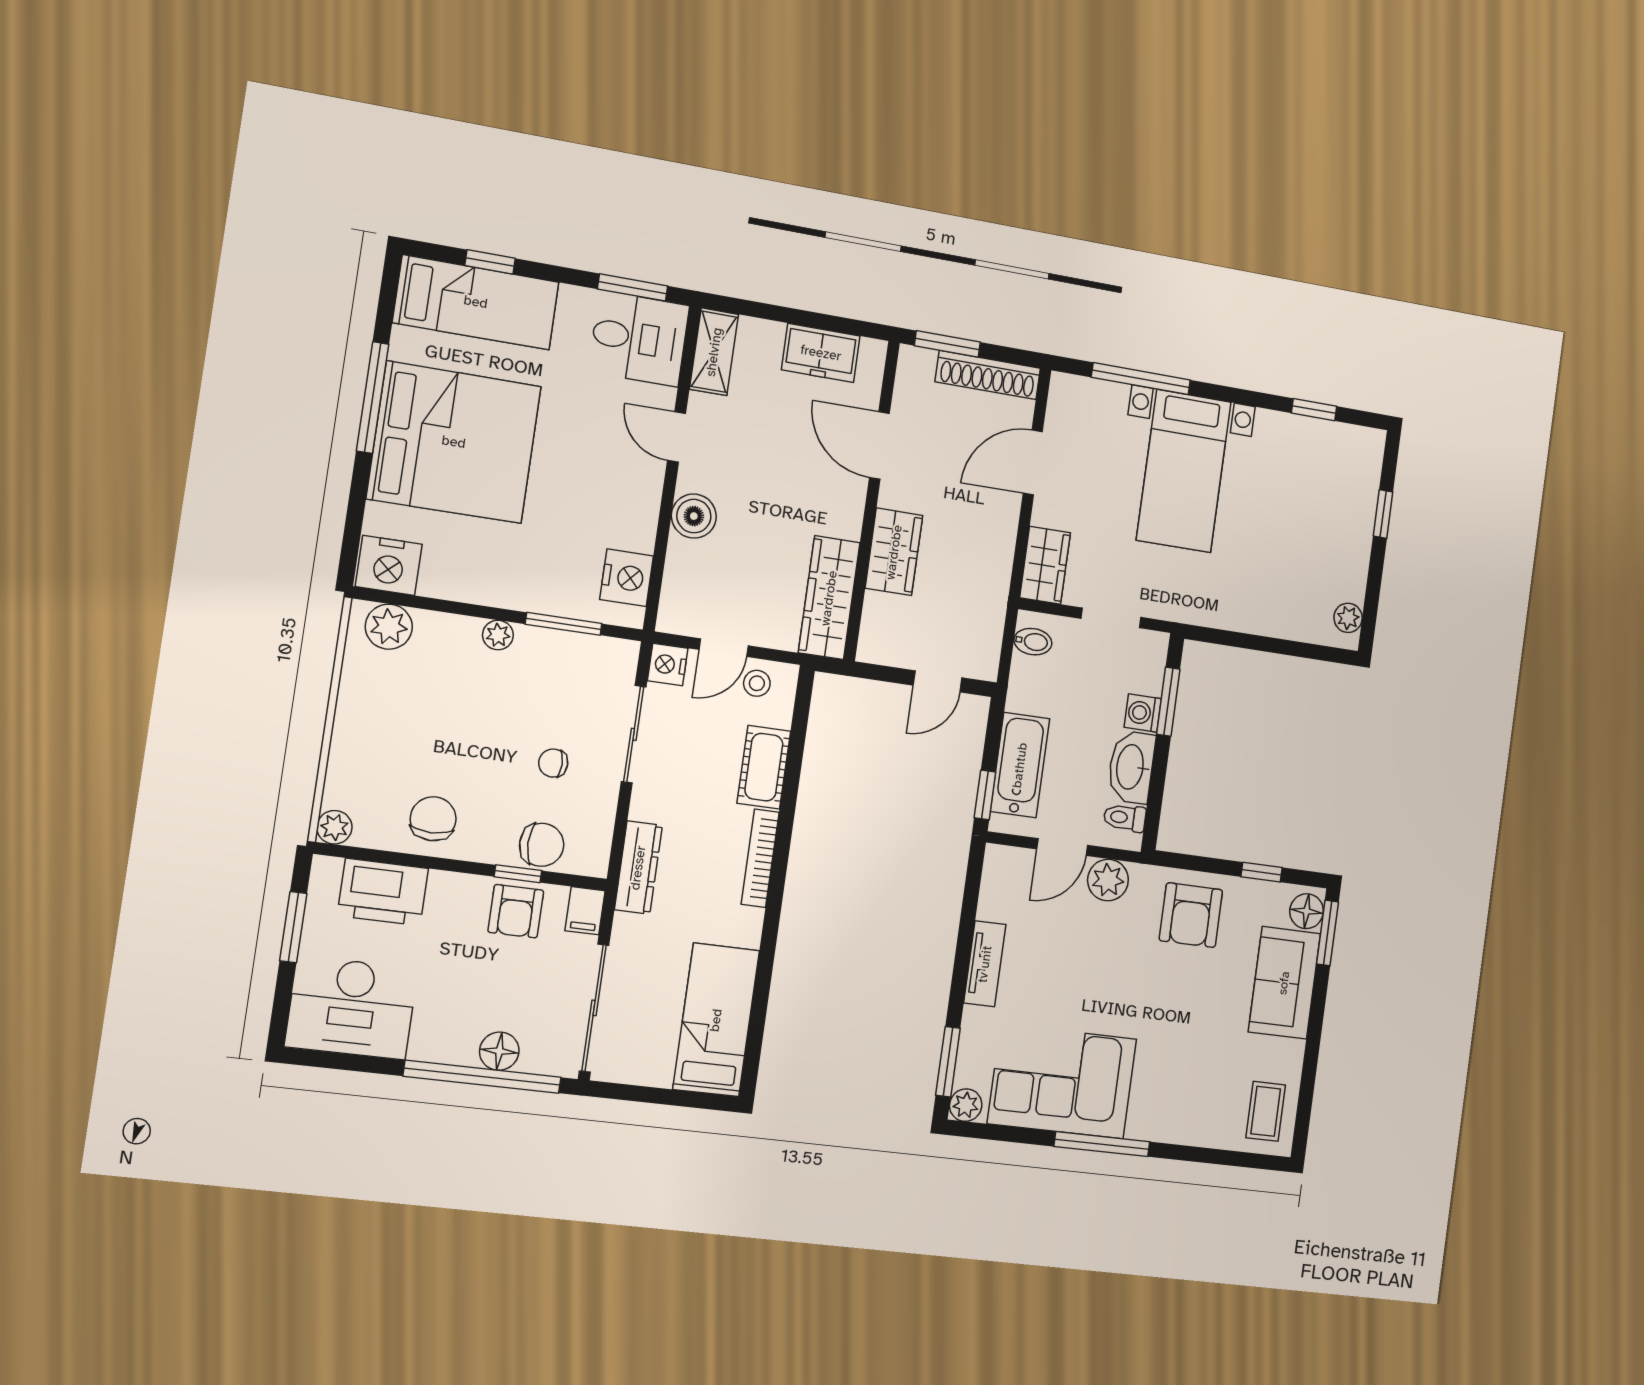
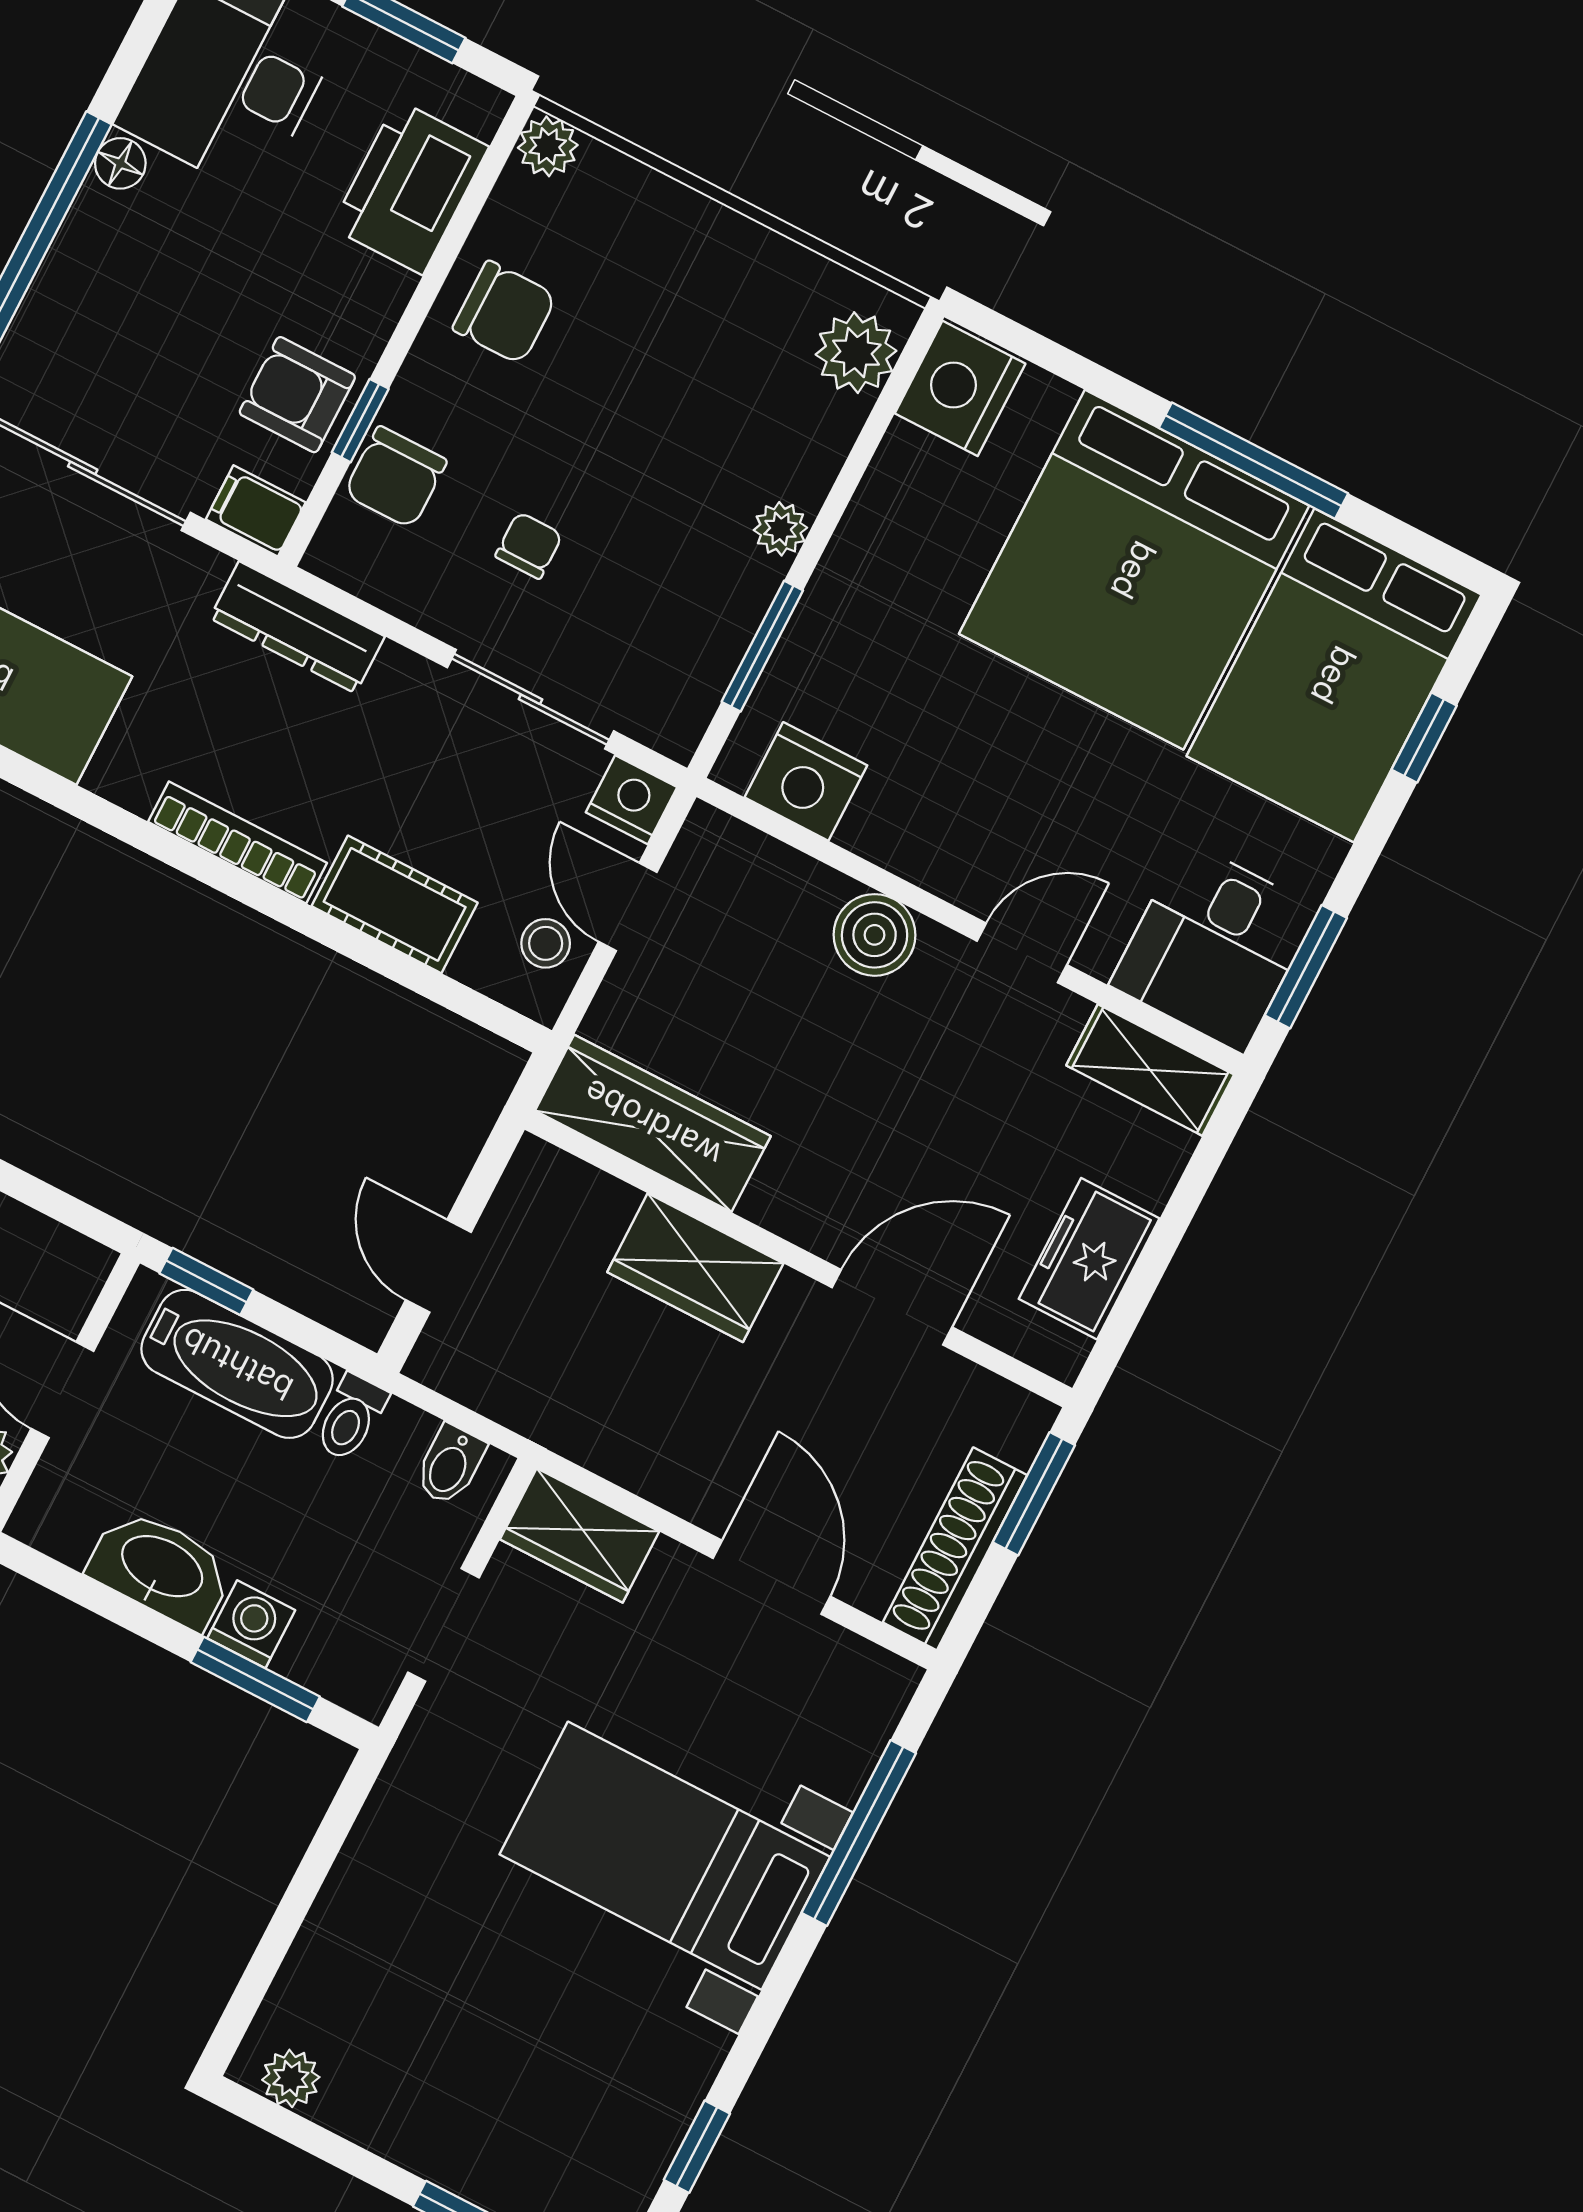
bed: (476, 302) -> (1334, 675), width x1.50
toilet: (1125, 818) -> (351, 1418), moved, turned 180
floor lamp: (499, 1051) -> (120, 163), moved, width x0.73, depth x0.73

